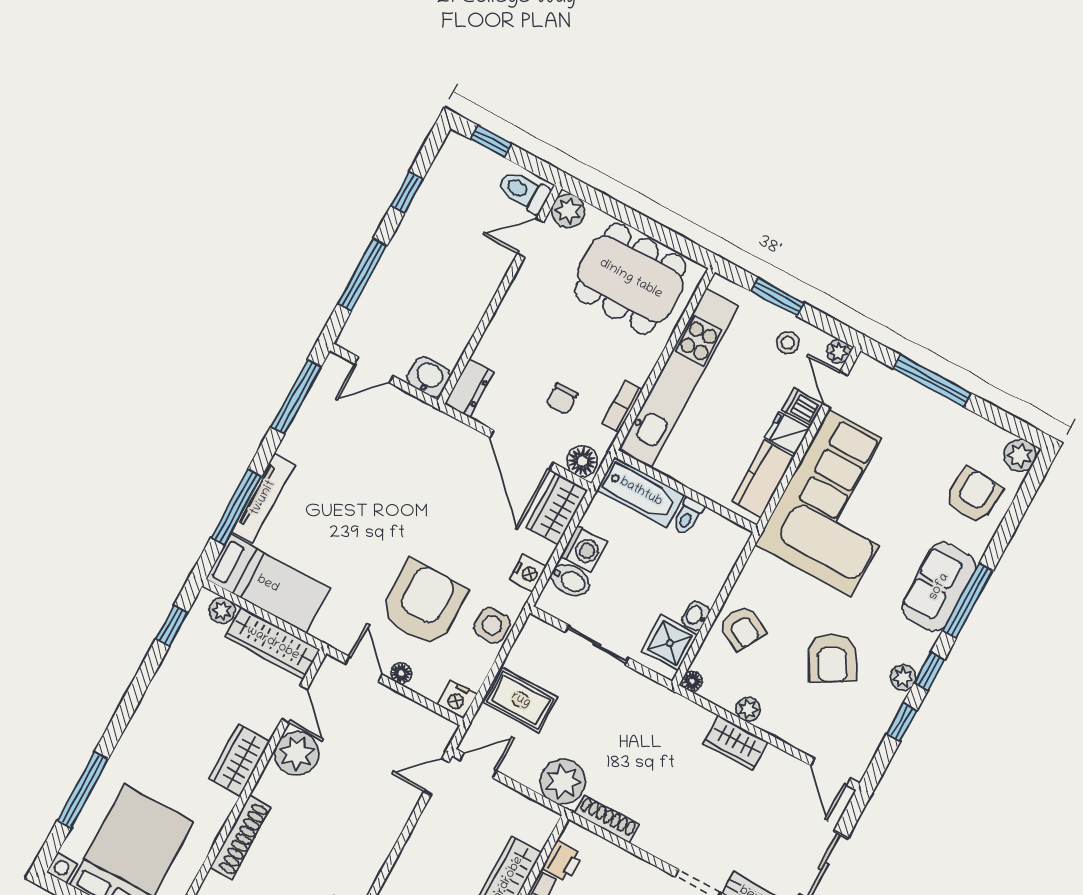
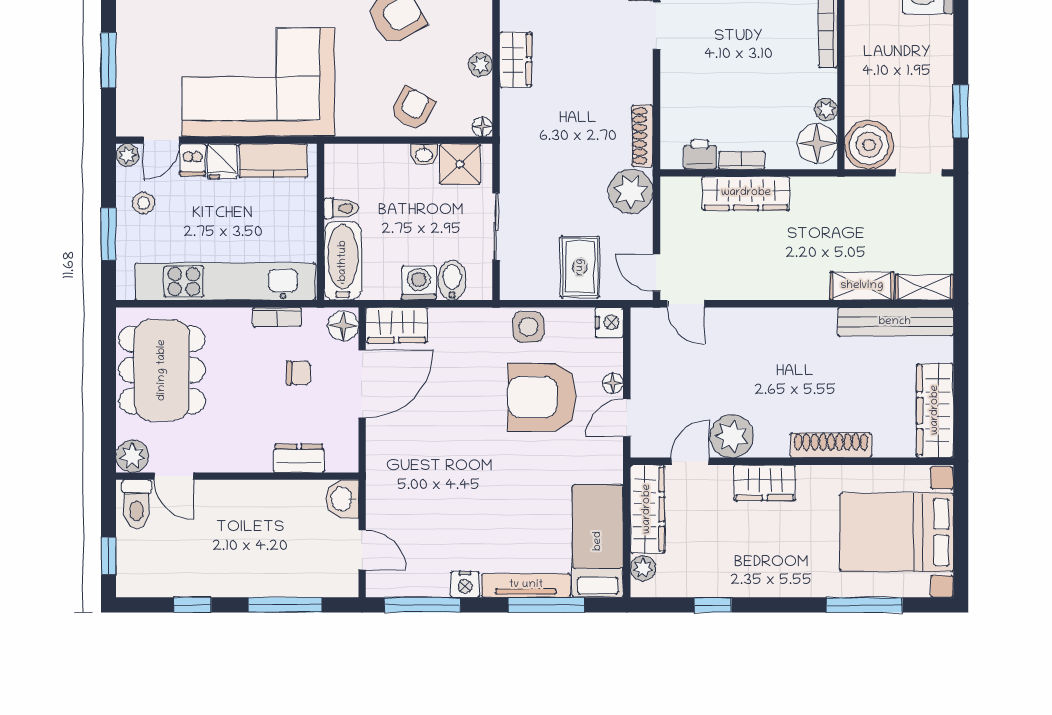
window: (932, 381) -> (108, 60), width x0.69
dresser: (469, 388) -> (299, 458), moved
nightstand: (528, 573) -> (465, 584), moved, turned 180
window: (172, 626) -> (713, 605), moved

